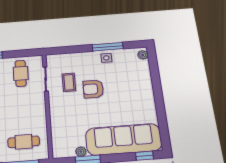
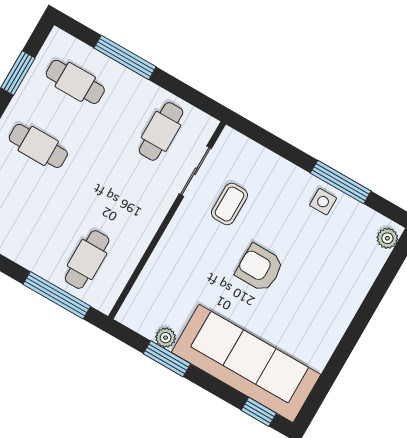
armchair: (93, 89) -> (260, 268), moved
cafe table: (24, 142) -> (87, 260), turned 90

